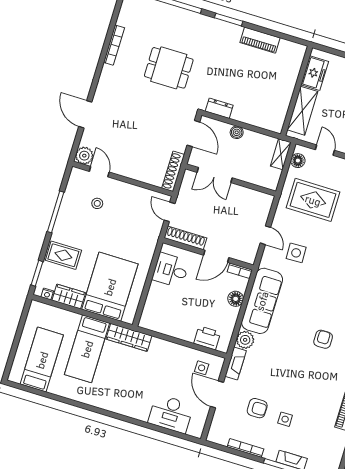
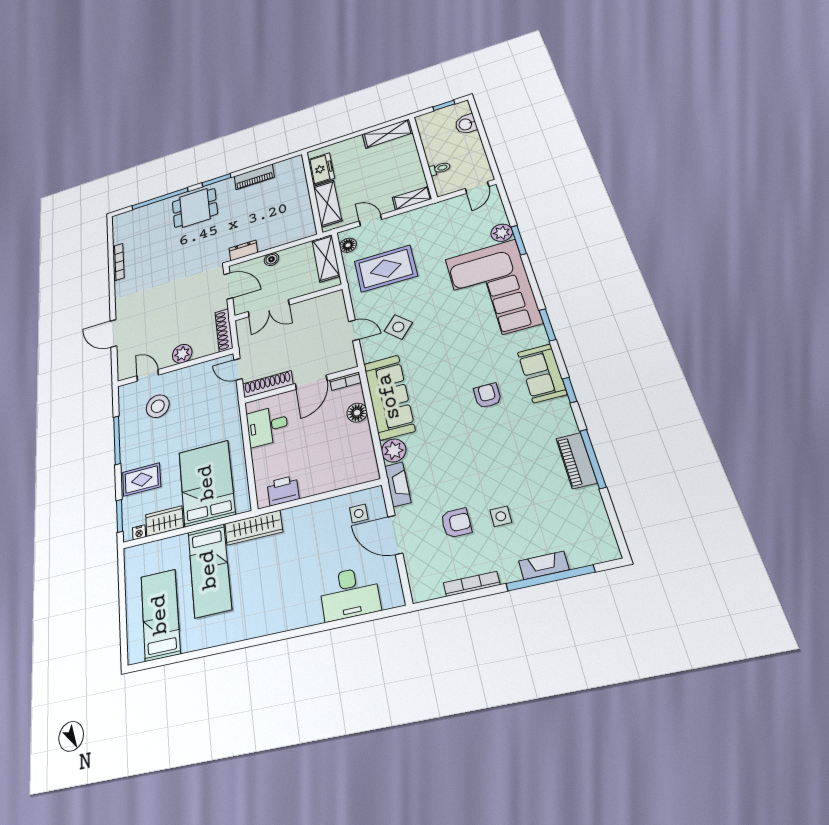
dining table: (169, 68) -> (195, 208), moved
shelving: (281, 154) -> (326, 258), width x1.50, depth x1.33
plant: (84, 156) -> (182, 354), moved
stool: (97, 203) -> (158, 406), width x1.89, depth x1.89
side table: (296, 253) -> (398, 327), turned 45
printer: (207, 338) -> (283, 491), moved

